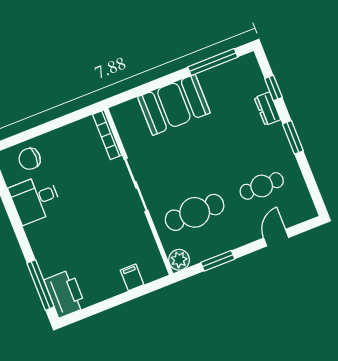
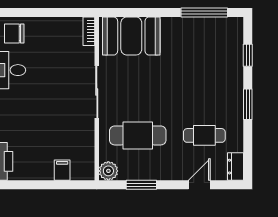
booth: (174, 105) -> (131, 36), moved
dresser: (267, 109) -> (236, 167), moved
bookcase: (107, 135) -> (89, 31), width x0.64

